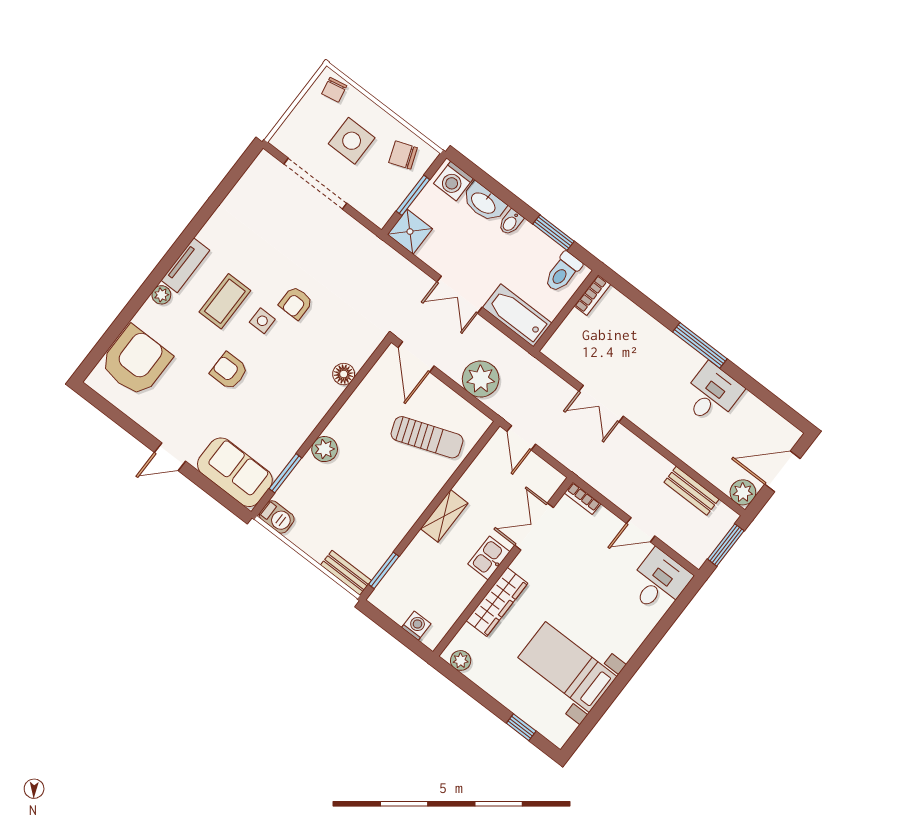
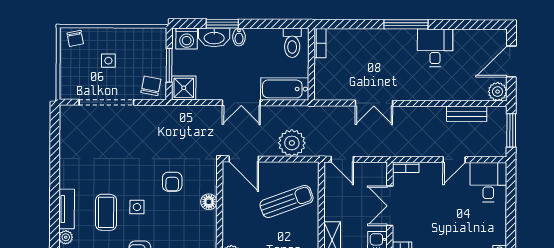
side table: (352, 141) -> (108, 61), width x0.54, depth x0.54
chair: (403, 155) -> (151, 86), moved, turned 121
window: (553, 233) -> (222, 24), moved
armchair: (296, 303) -> (172, 182), moved

